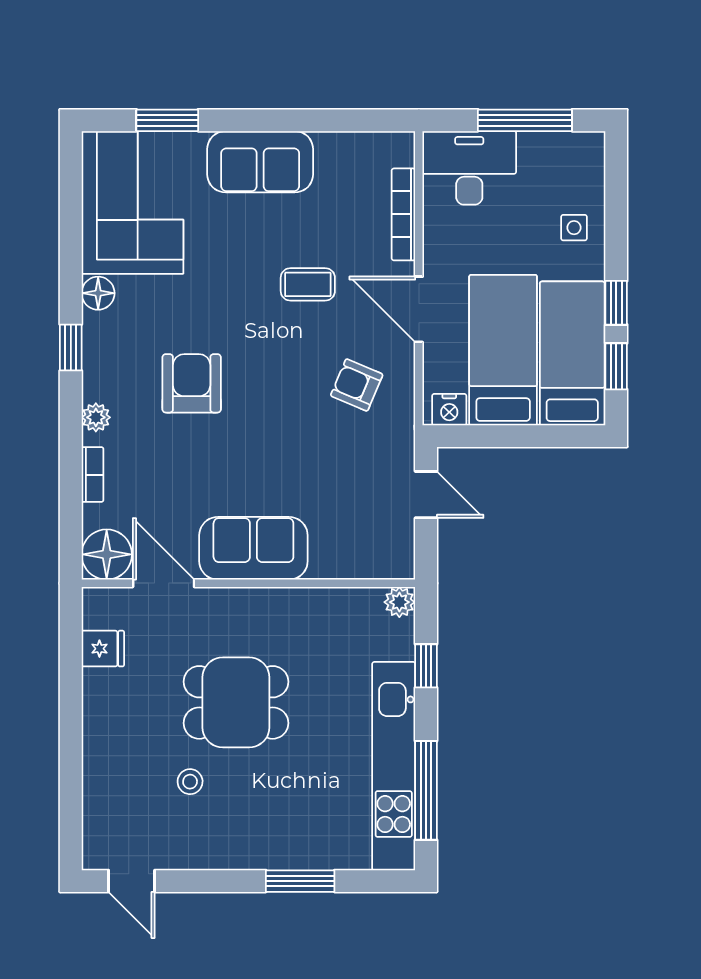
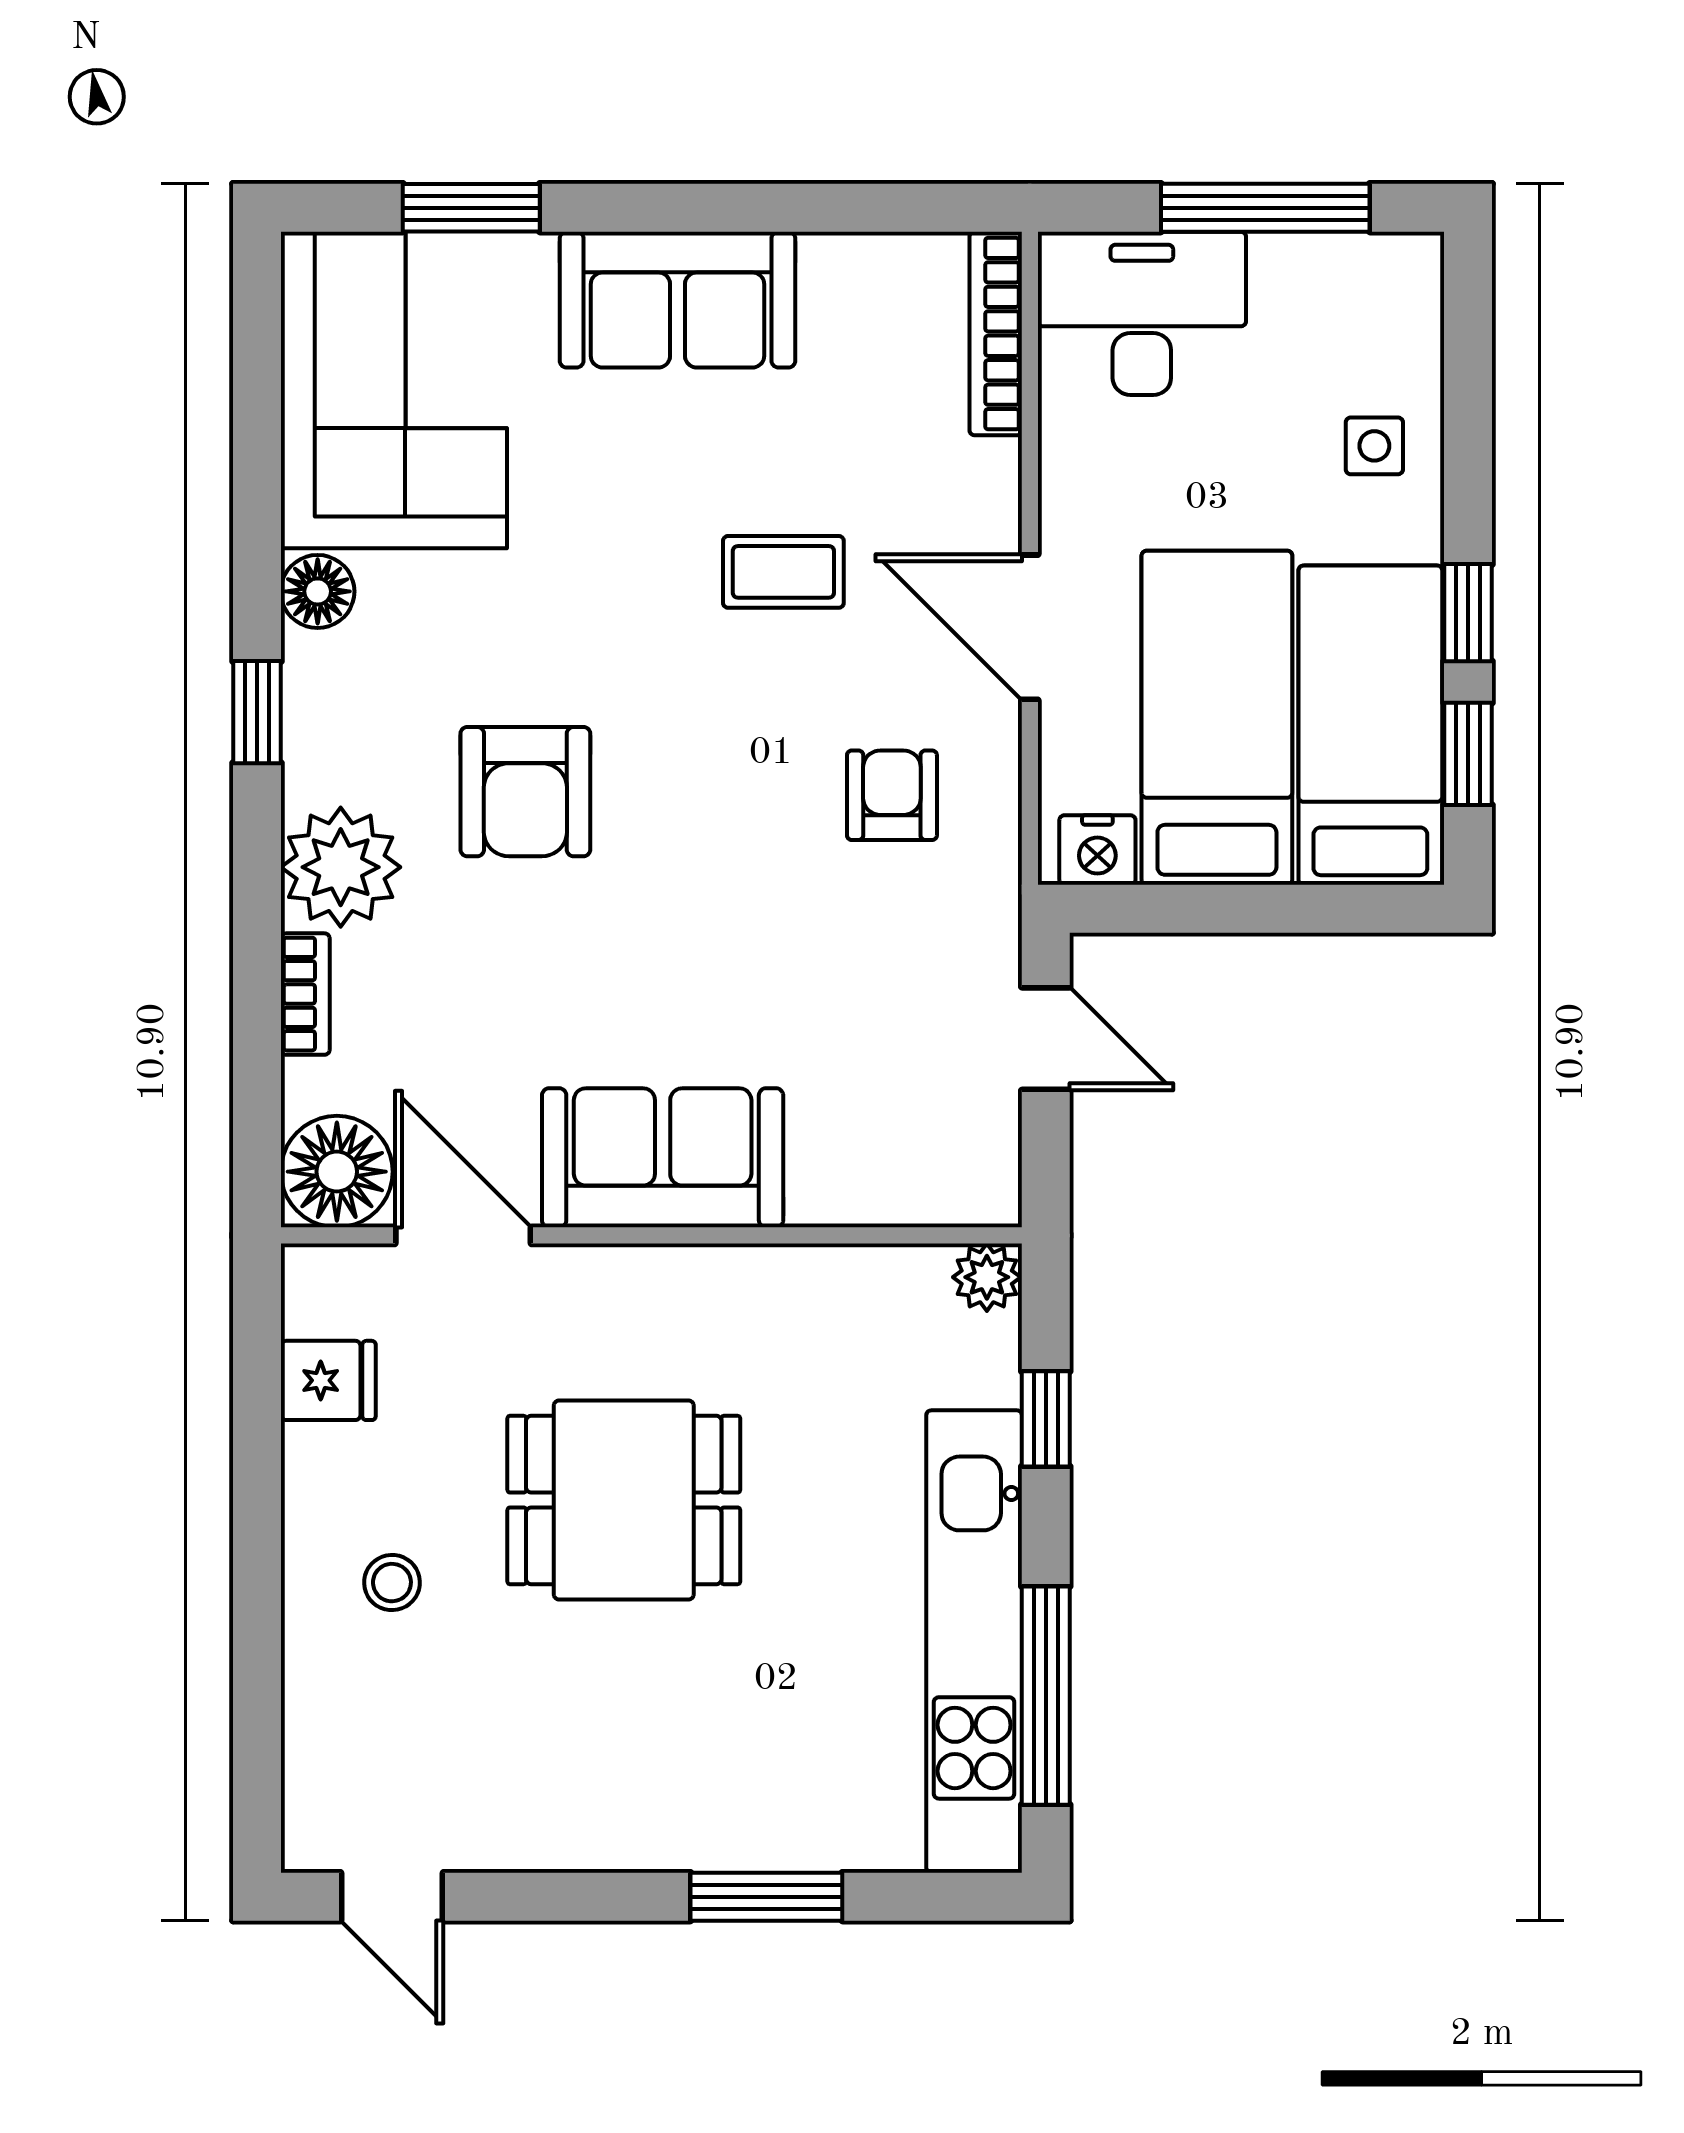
bookcase: (403, 214) -> (996, 334), moved
armchair: (192, 383) -> (525, 792), turned 180
armchair: (357, 385) -> (892, 795), turned 67
plant: (96, 417) -> (341, 867), width x1.88, depth x1.88
stool: (190, 782) -> (392, 1583), moved

